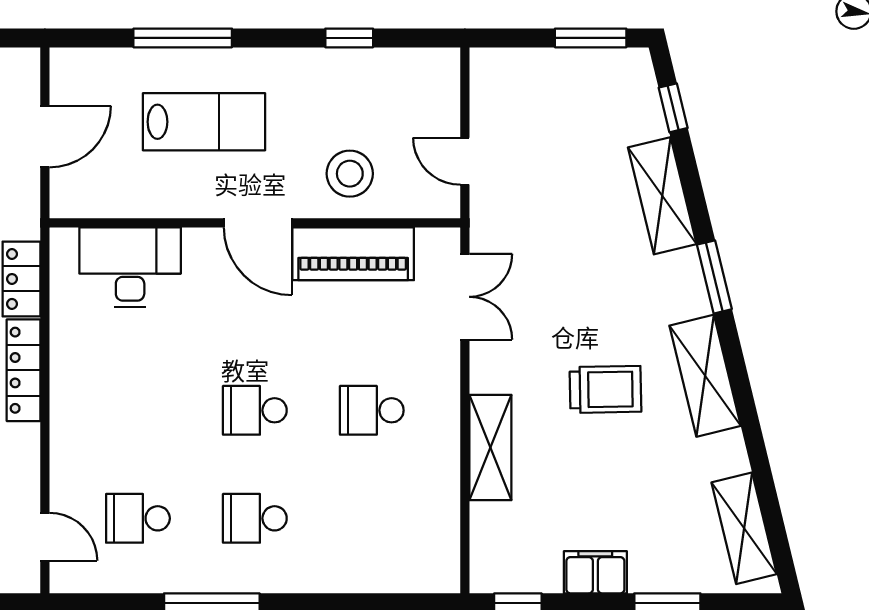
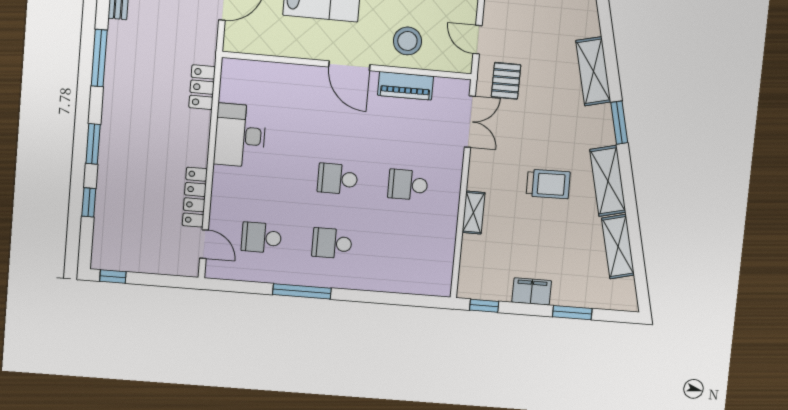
window: (673, 108) -> (605, 19), removed
pallet: (518, 224) -> (506, 81), added
piano: (353, 254) -> (406, 86), width x0.73, depth x0.75
desk: (130, 267) -> (240, 135), moved, turned -90
locker: (24, 370) -> (195, 197), moved
shelving: (490, 447) -> (474, 212), width x0.67, depth x0.75
shelving: (744, 528) -> (618, 247), moved

